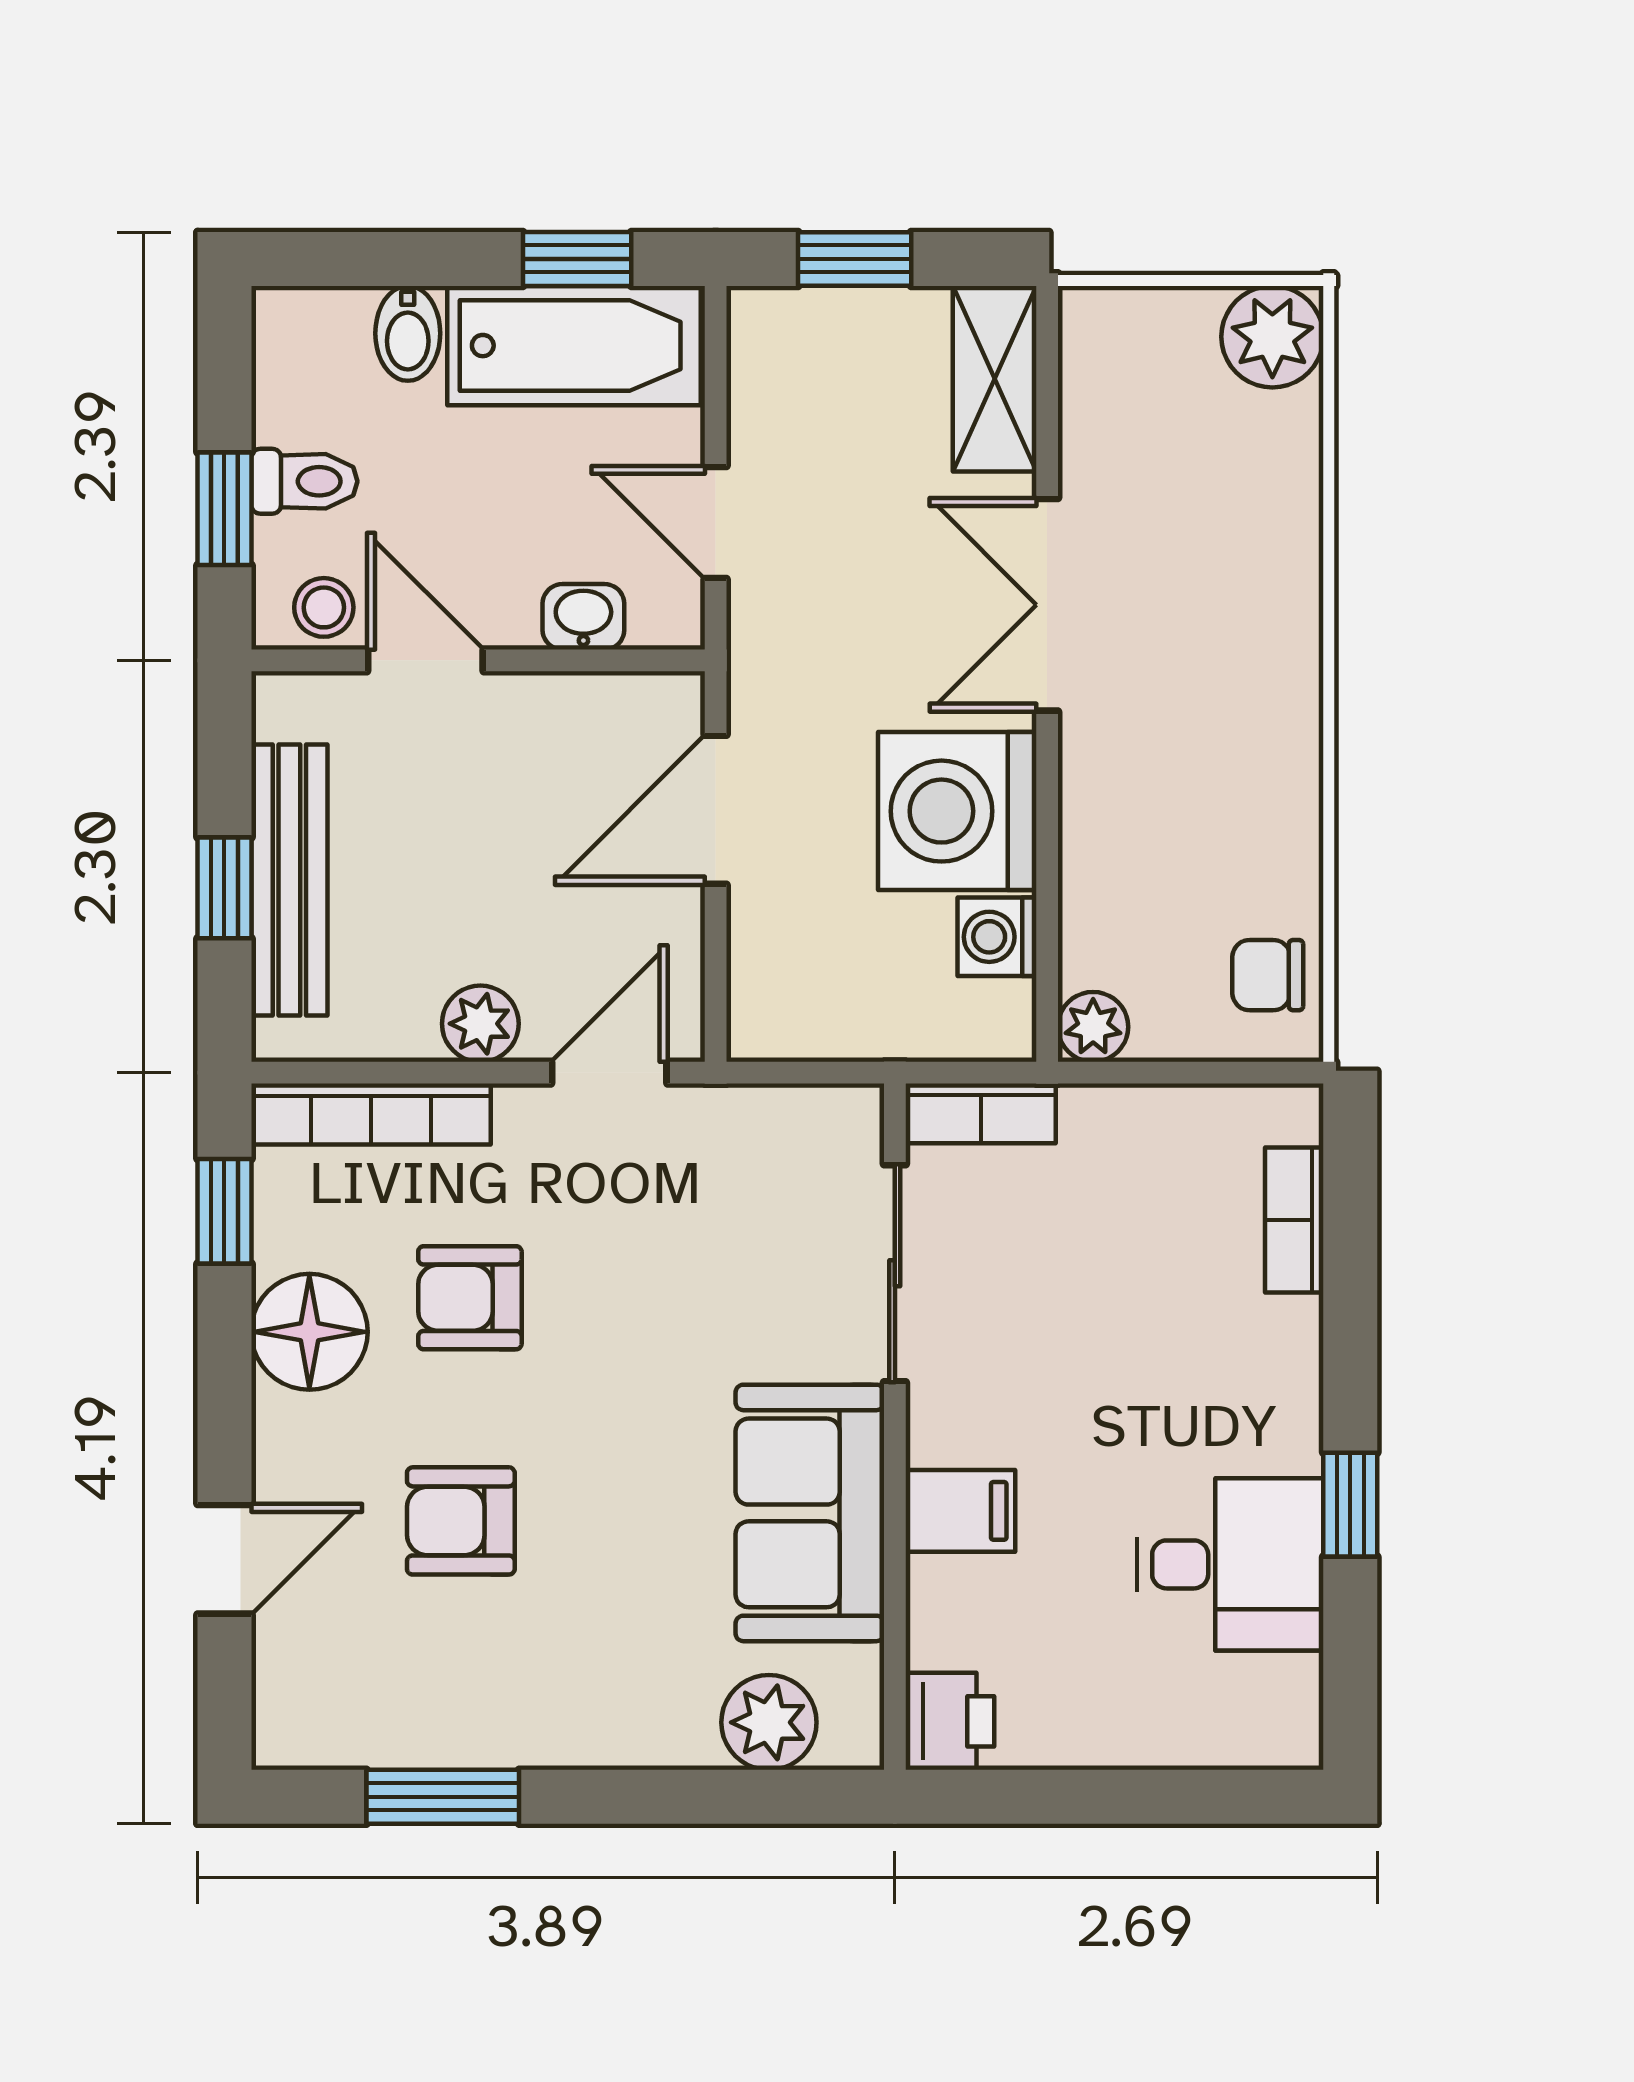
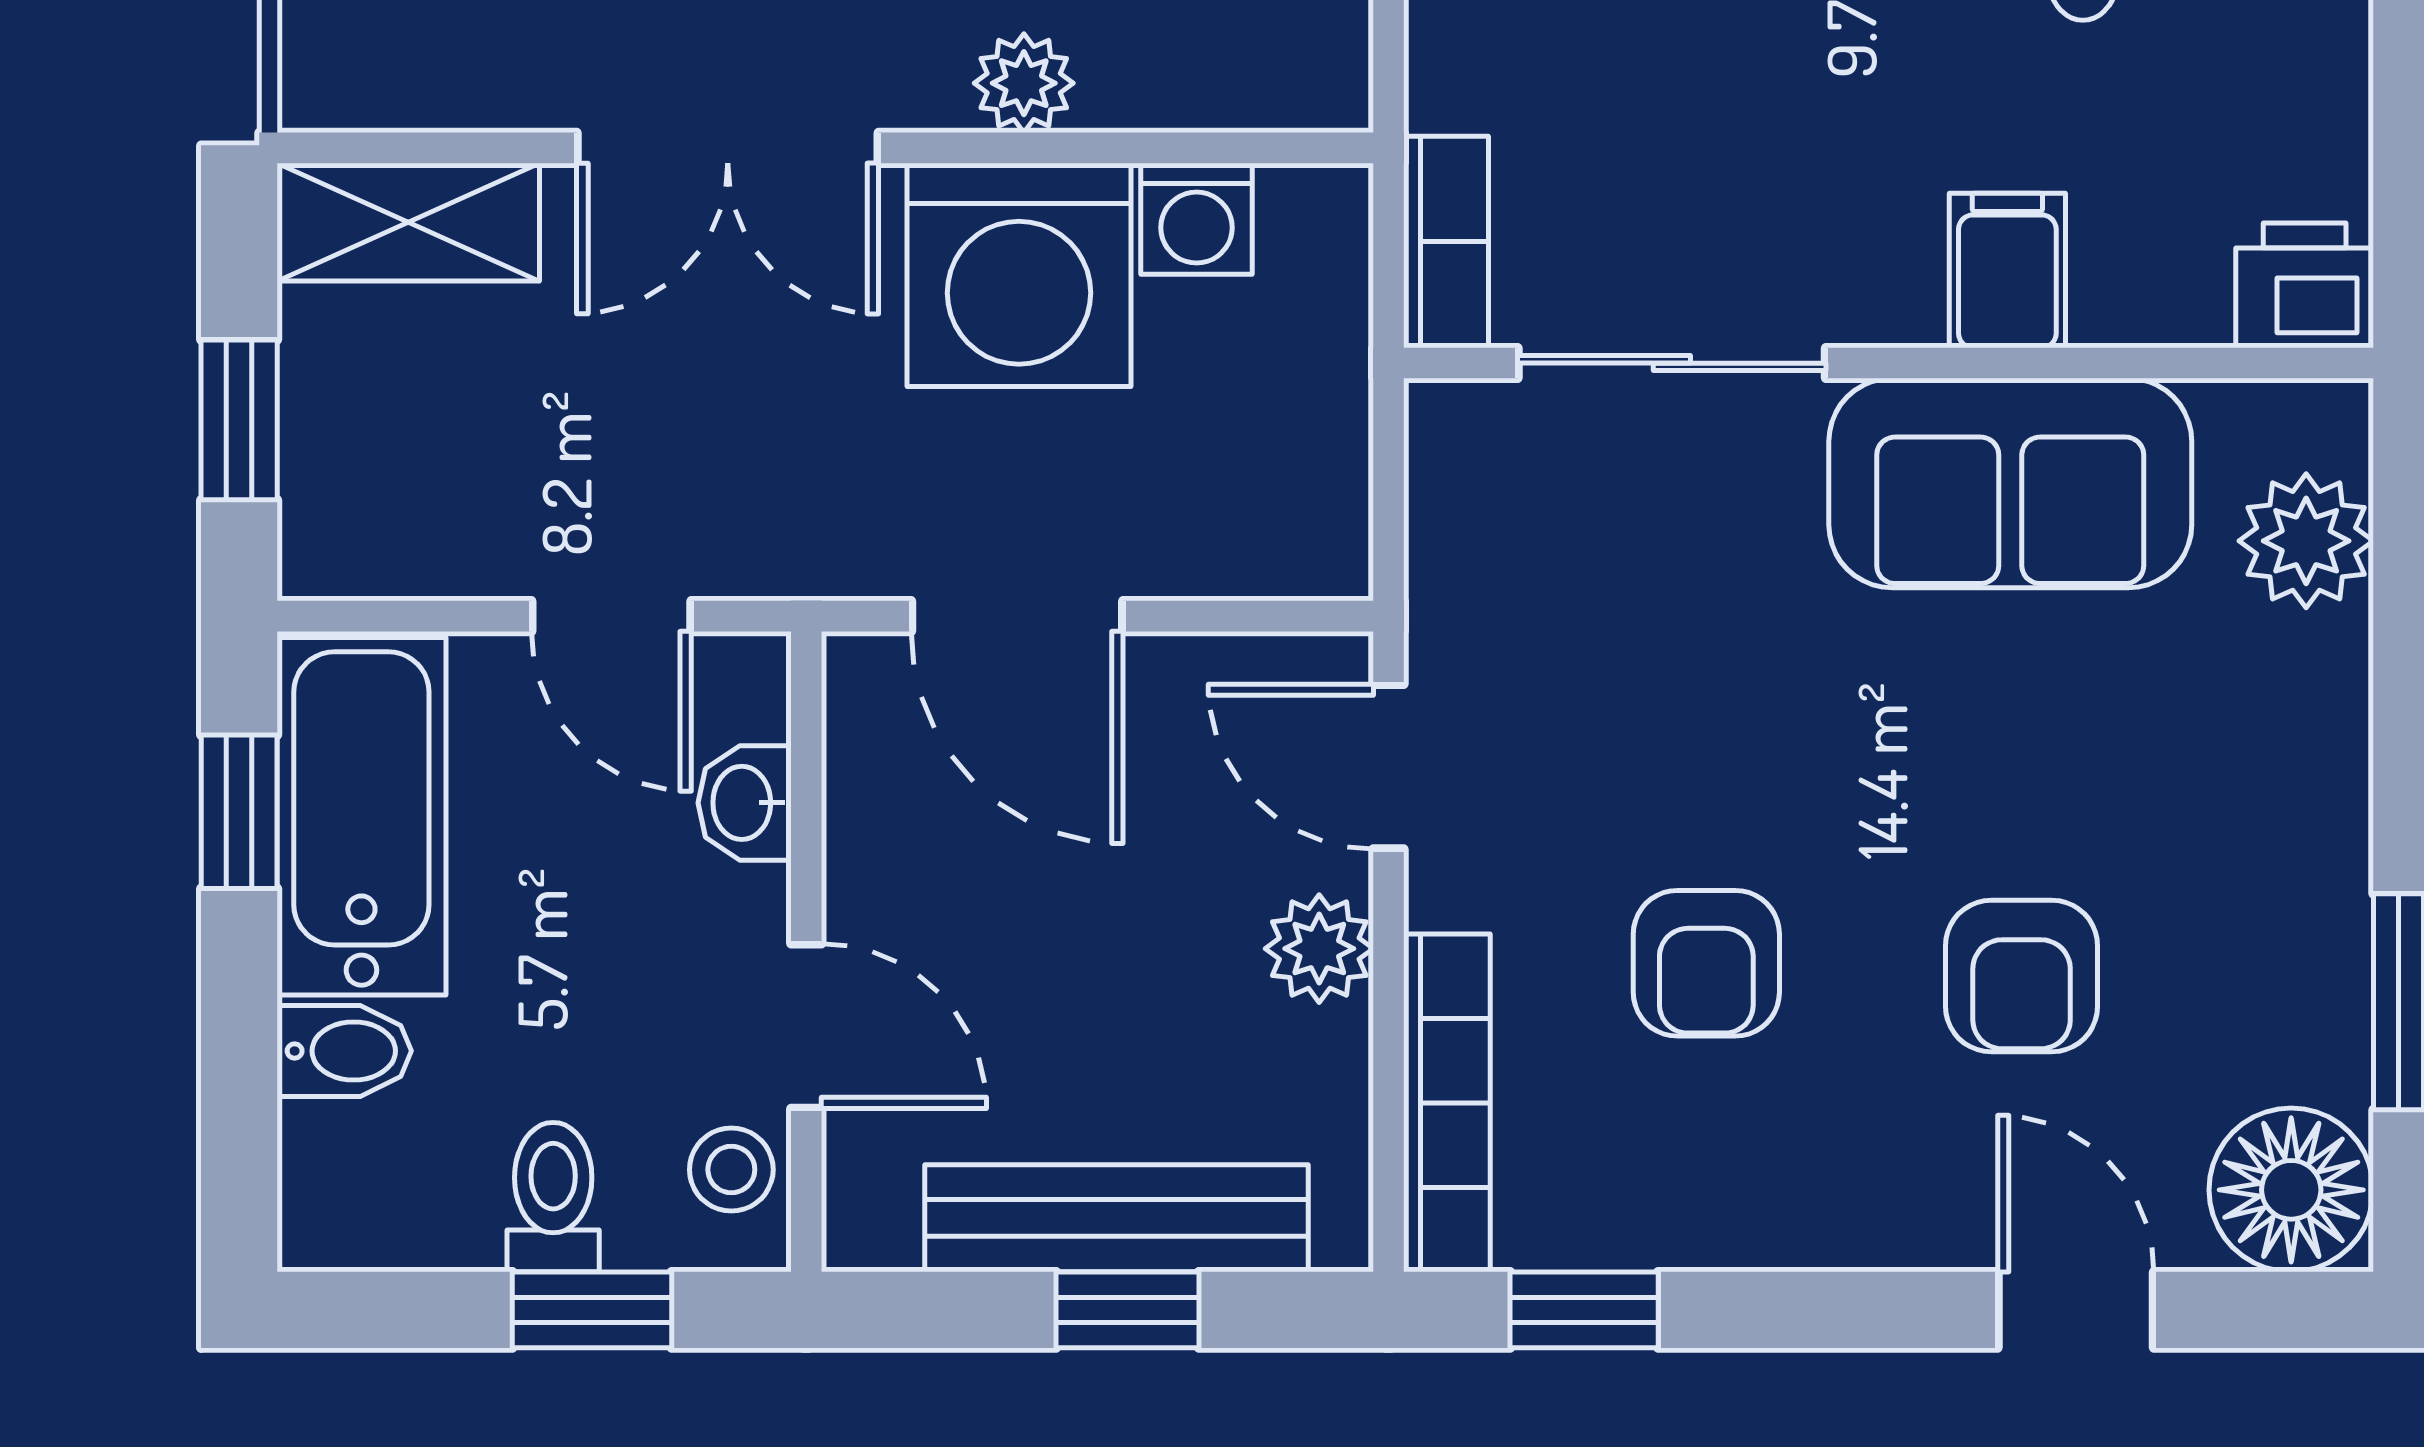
door: (716, 522) -> (611, 616), hinge flipped
door: (425, 660) -> (806, 1026), swing flipped
plant: (1093, 1027) -> (1024, 83), moved
floor lamp: (309, 1332) -> (2291, 1190), moved

